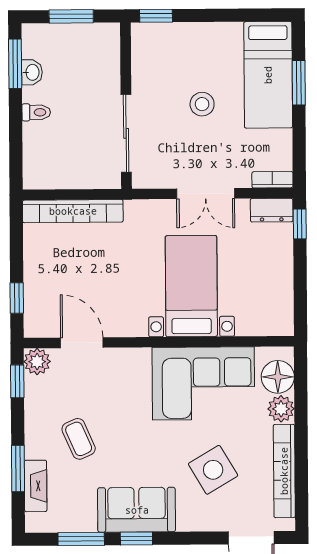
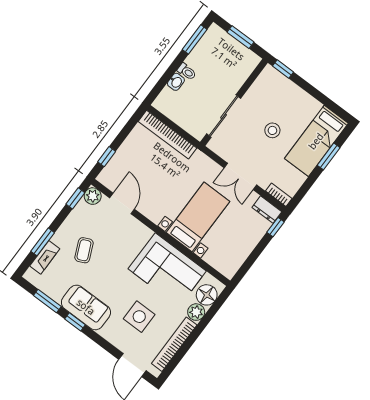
washbasin: (32, 72) -> (176, 82), moved
side table: (213, 470) -> (139, 317), turned 31

